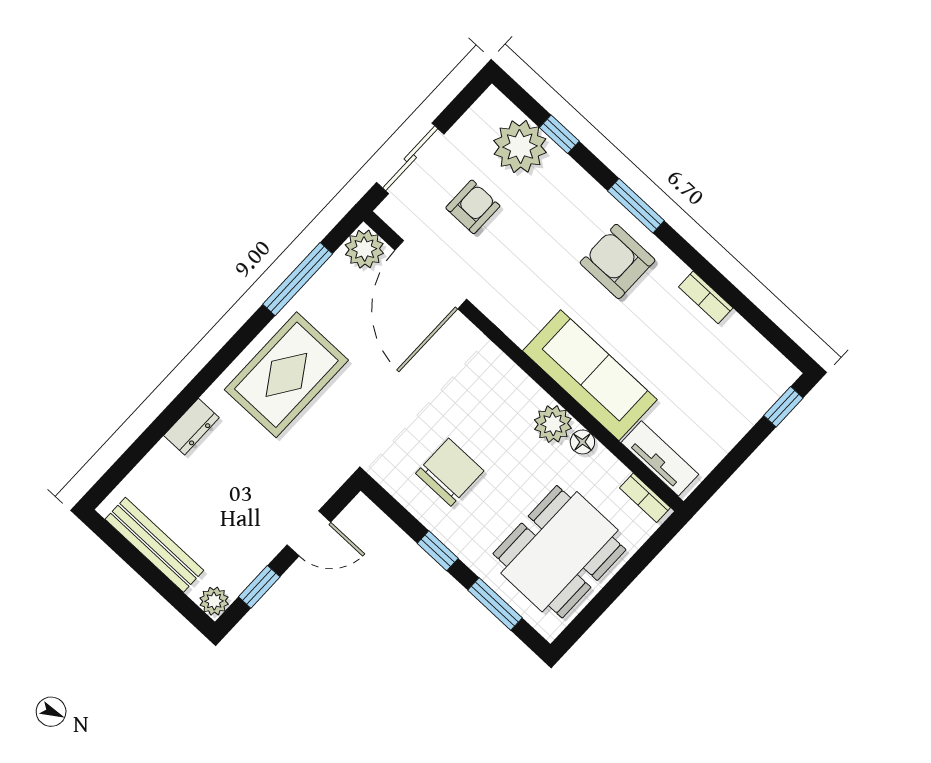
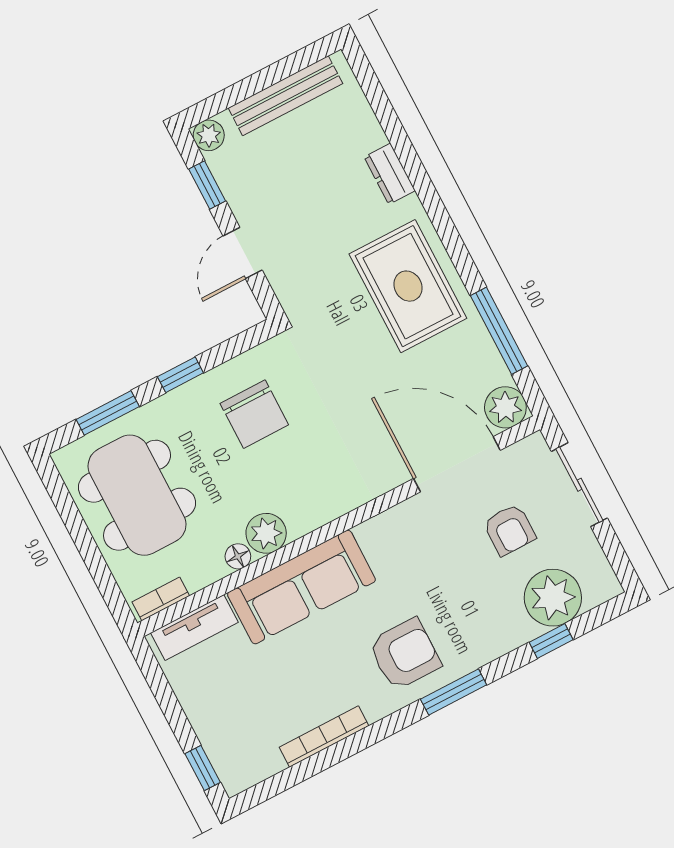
bookcase: (706, 297) -> (324, 737), width x1.56

